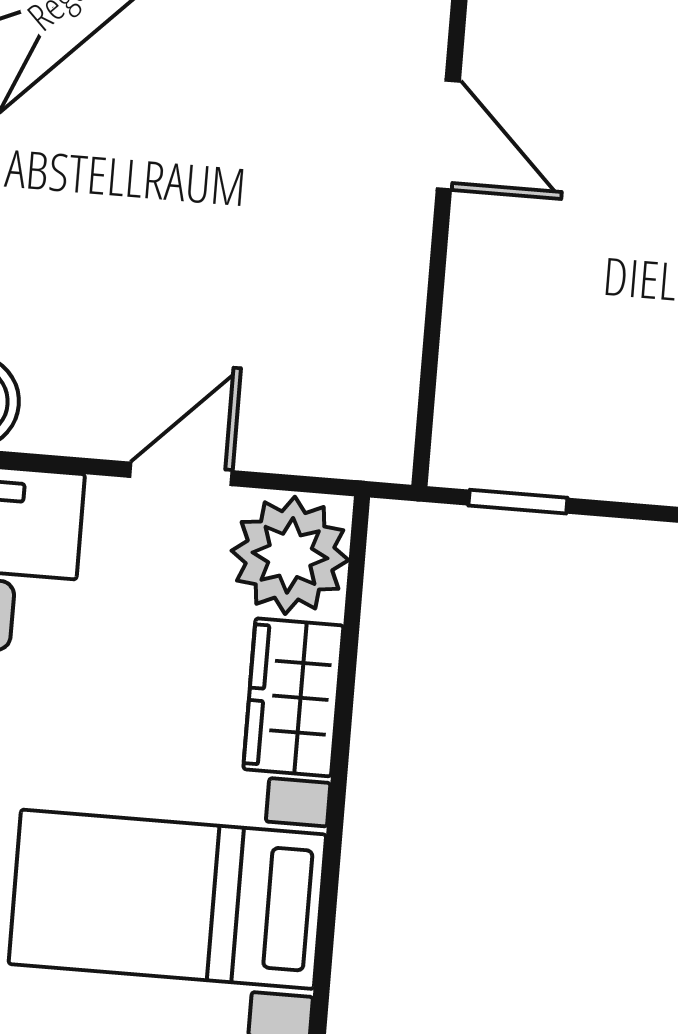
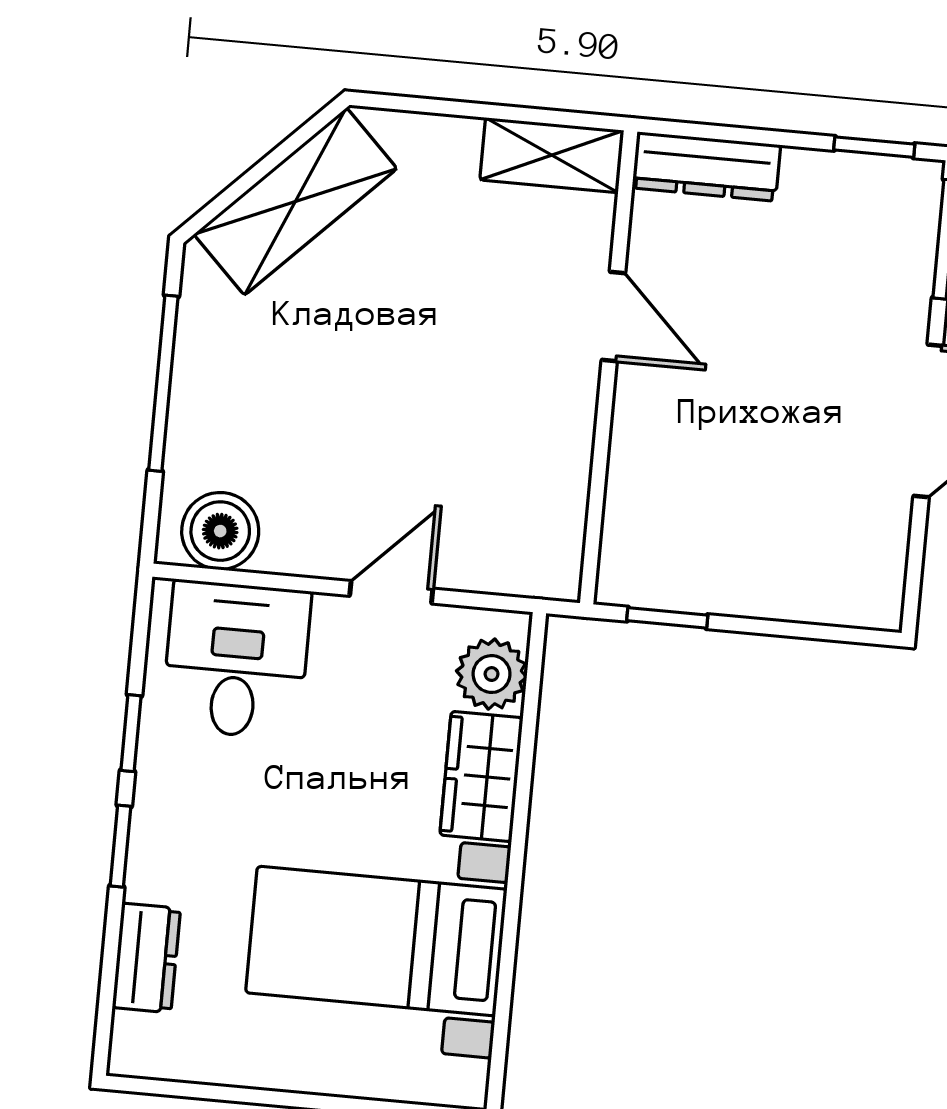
plant: (290, 555) -> (492, 674), width x0.73, depth x0.73

